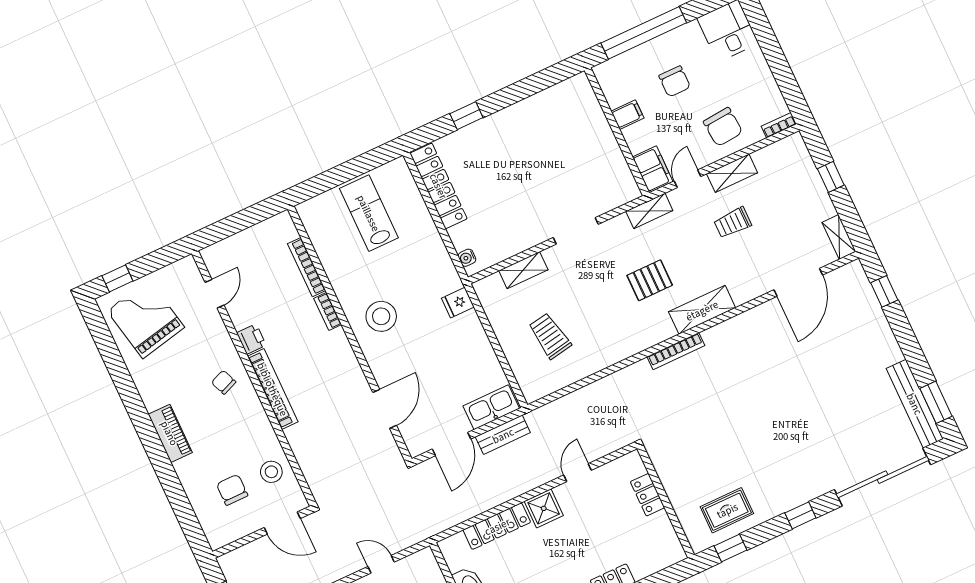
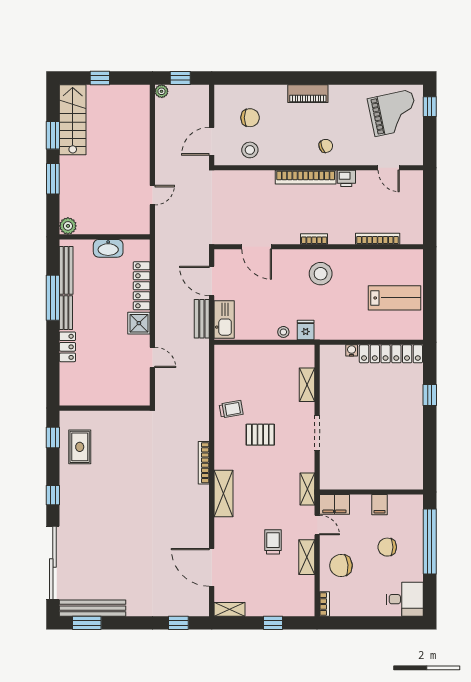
water cooler: (467, 258) -> (352, 350), moved
pallet: (650, 280) -> (260, 435), moved, turned 90
bookcase: (328, 311) -> (314, 239), moved
stool: (473, 328) -> (283, 332), added
trolley: (550, 336) -> (231, 409), moved, width x0.73, depth x0.72
locker: (648, 495) -> (115, 398), removed

